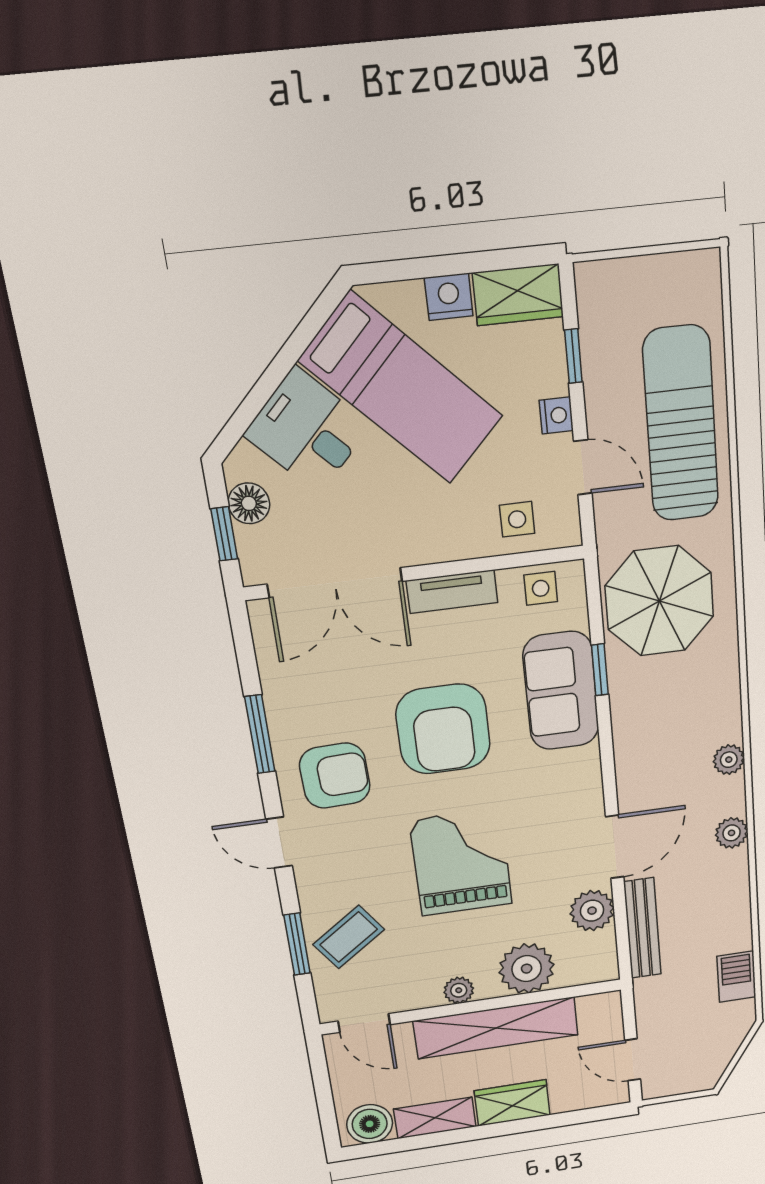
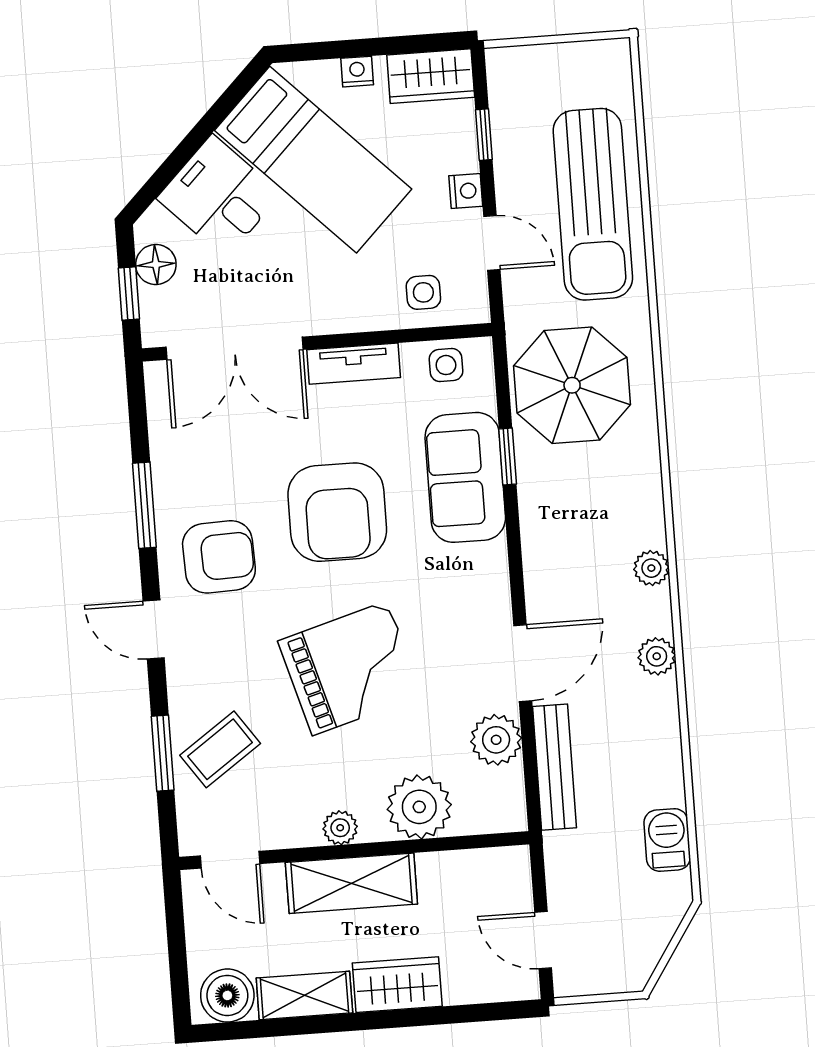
nightstand: (449, 297) -> (357, 72), width x0.72, depth x0.74
sun lounger: (681, 424) -> (593, 204), turned 180
grand piano: (461, 862) -> (350, 668), turned 74
shelving: (496, 1028) -> (351, 883), width x0.68

